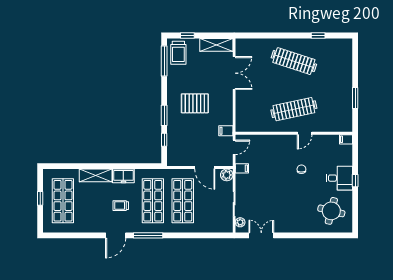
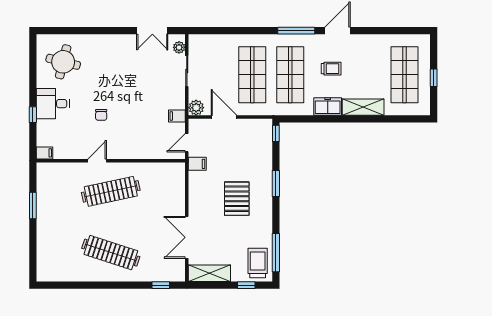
window: (318, 36) -> (161, 285), moved
pallet: (195, 103) -> (237, 199), turned 90
window: (164, 140) -> (276, 133), moved
window: (355, 181) -> (33, 115), moved

